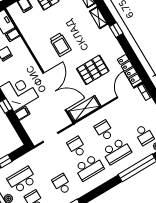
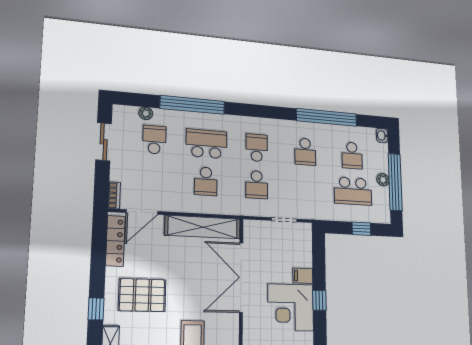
pallet: (93, 70) -> (142, 295), moved
shelving: (84, 109) -> (203, 227), width x1.47
school desk: (89, 168) -> (257, 148), width x0.54

